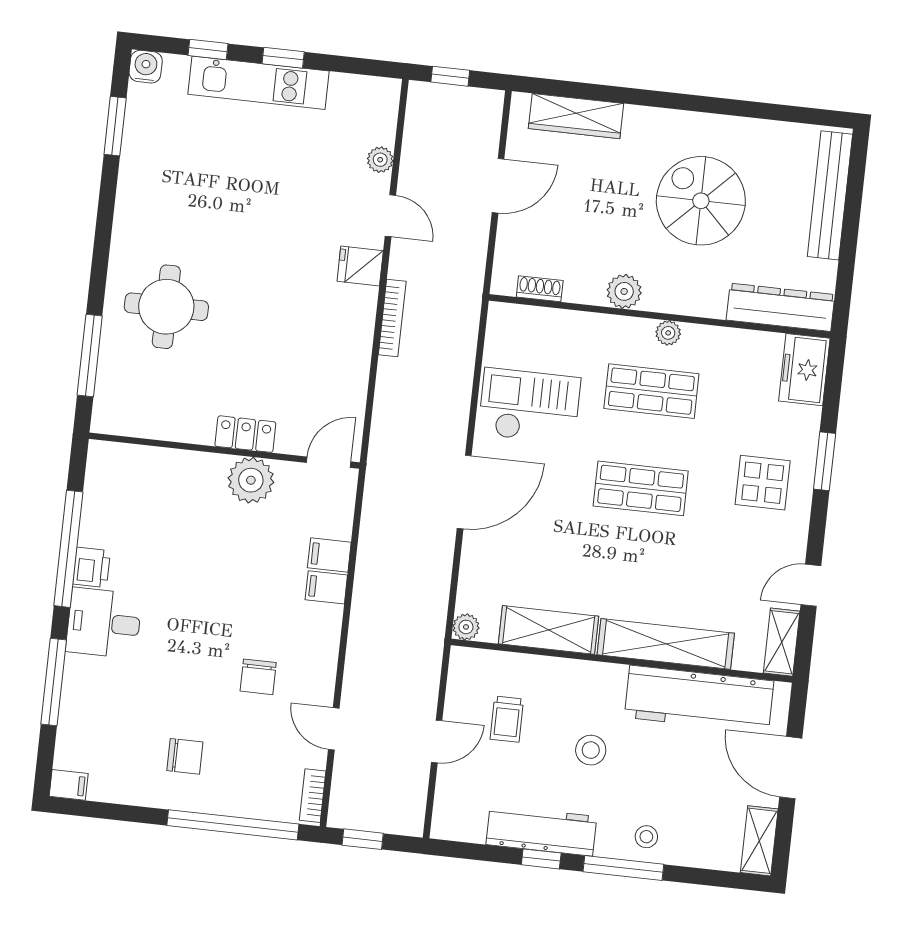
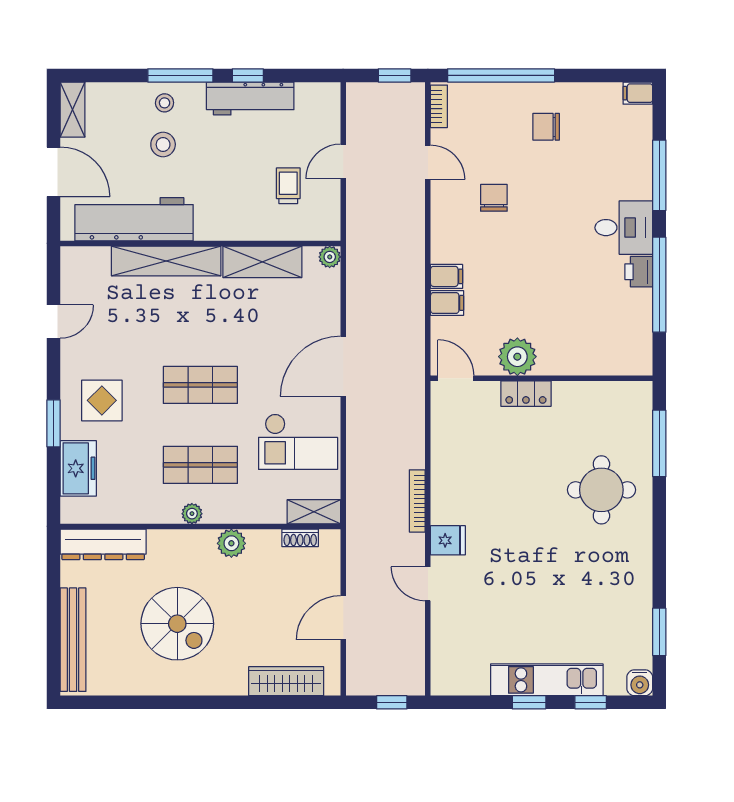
plant: (380, 160) -> (441, 628), removed
freezer: (804, 370) -> (78, 468), moved
door: (329, 462) -> (456, 378), swing flipped
shelving: (782, 642) -> (314, 512), moved, turned 90
stool: (591, 750) -> (163, 144), moved

